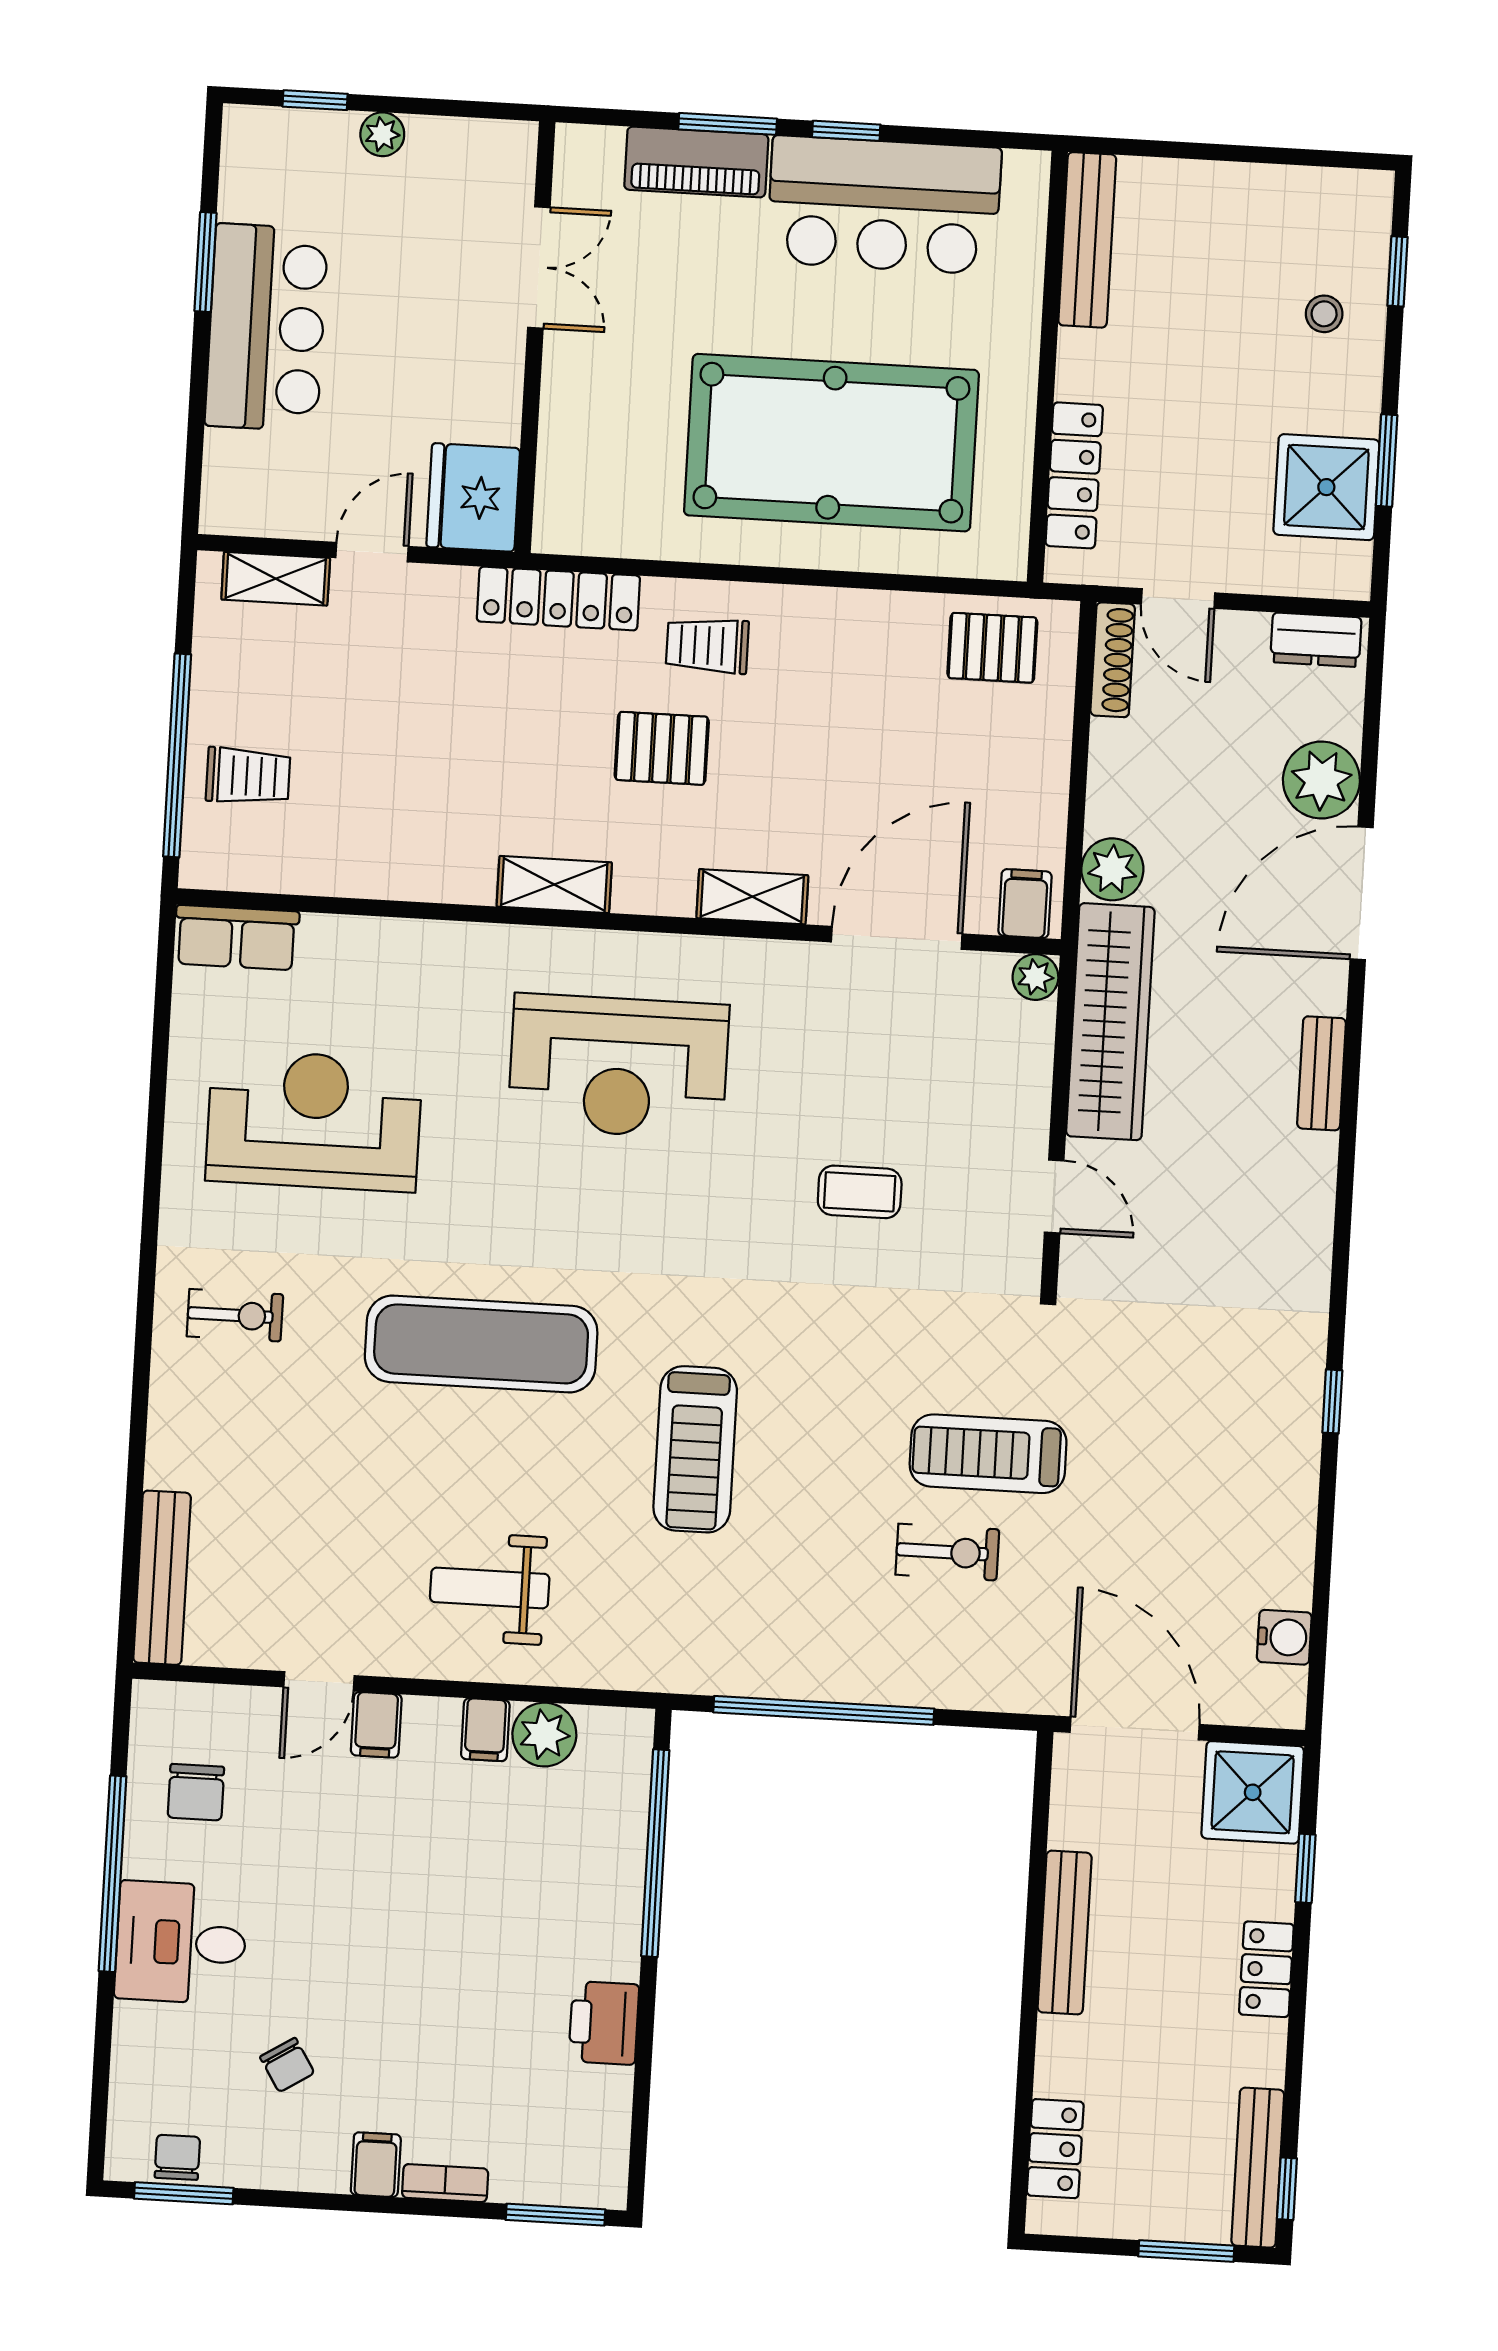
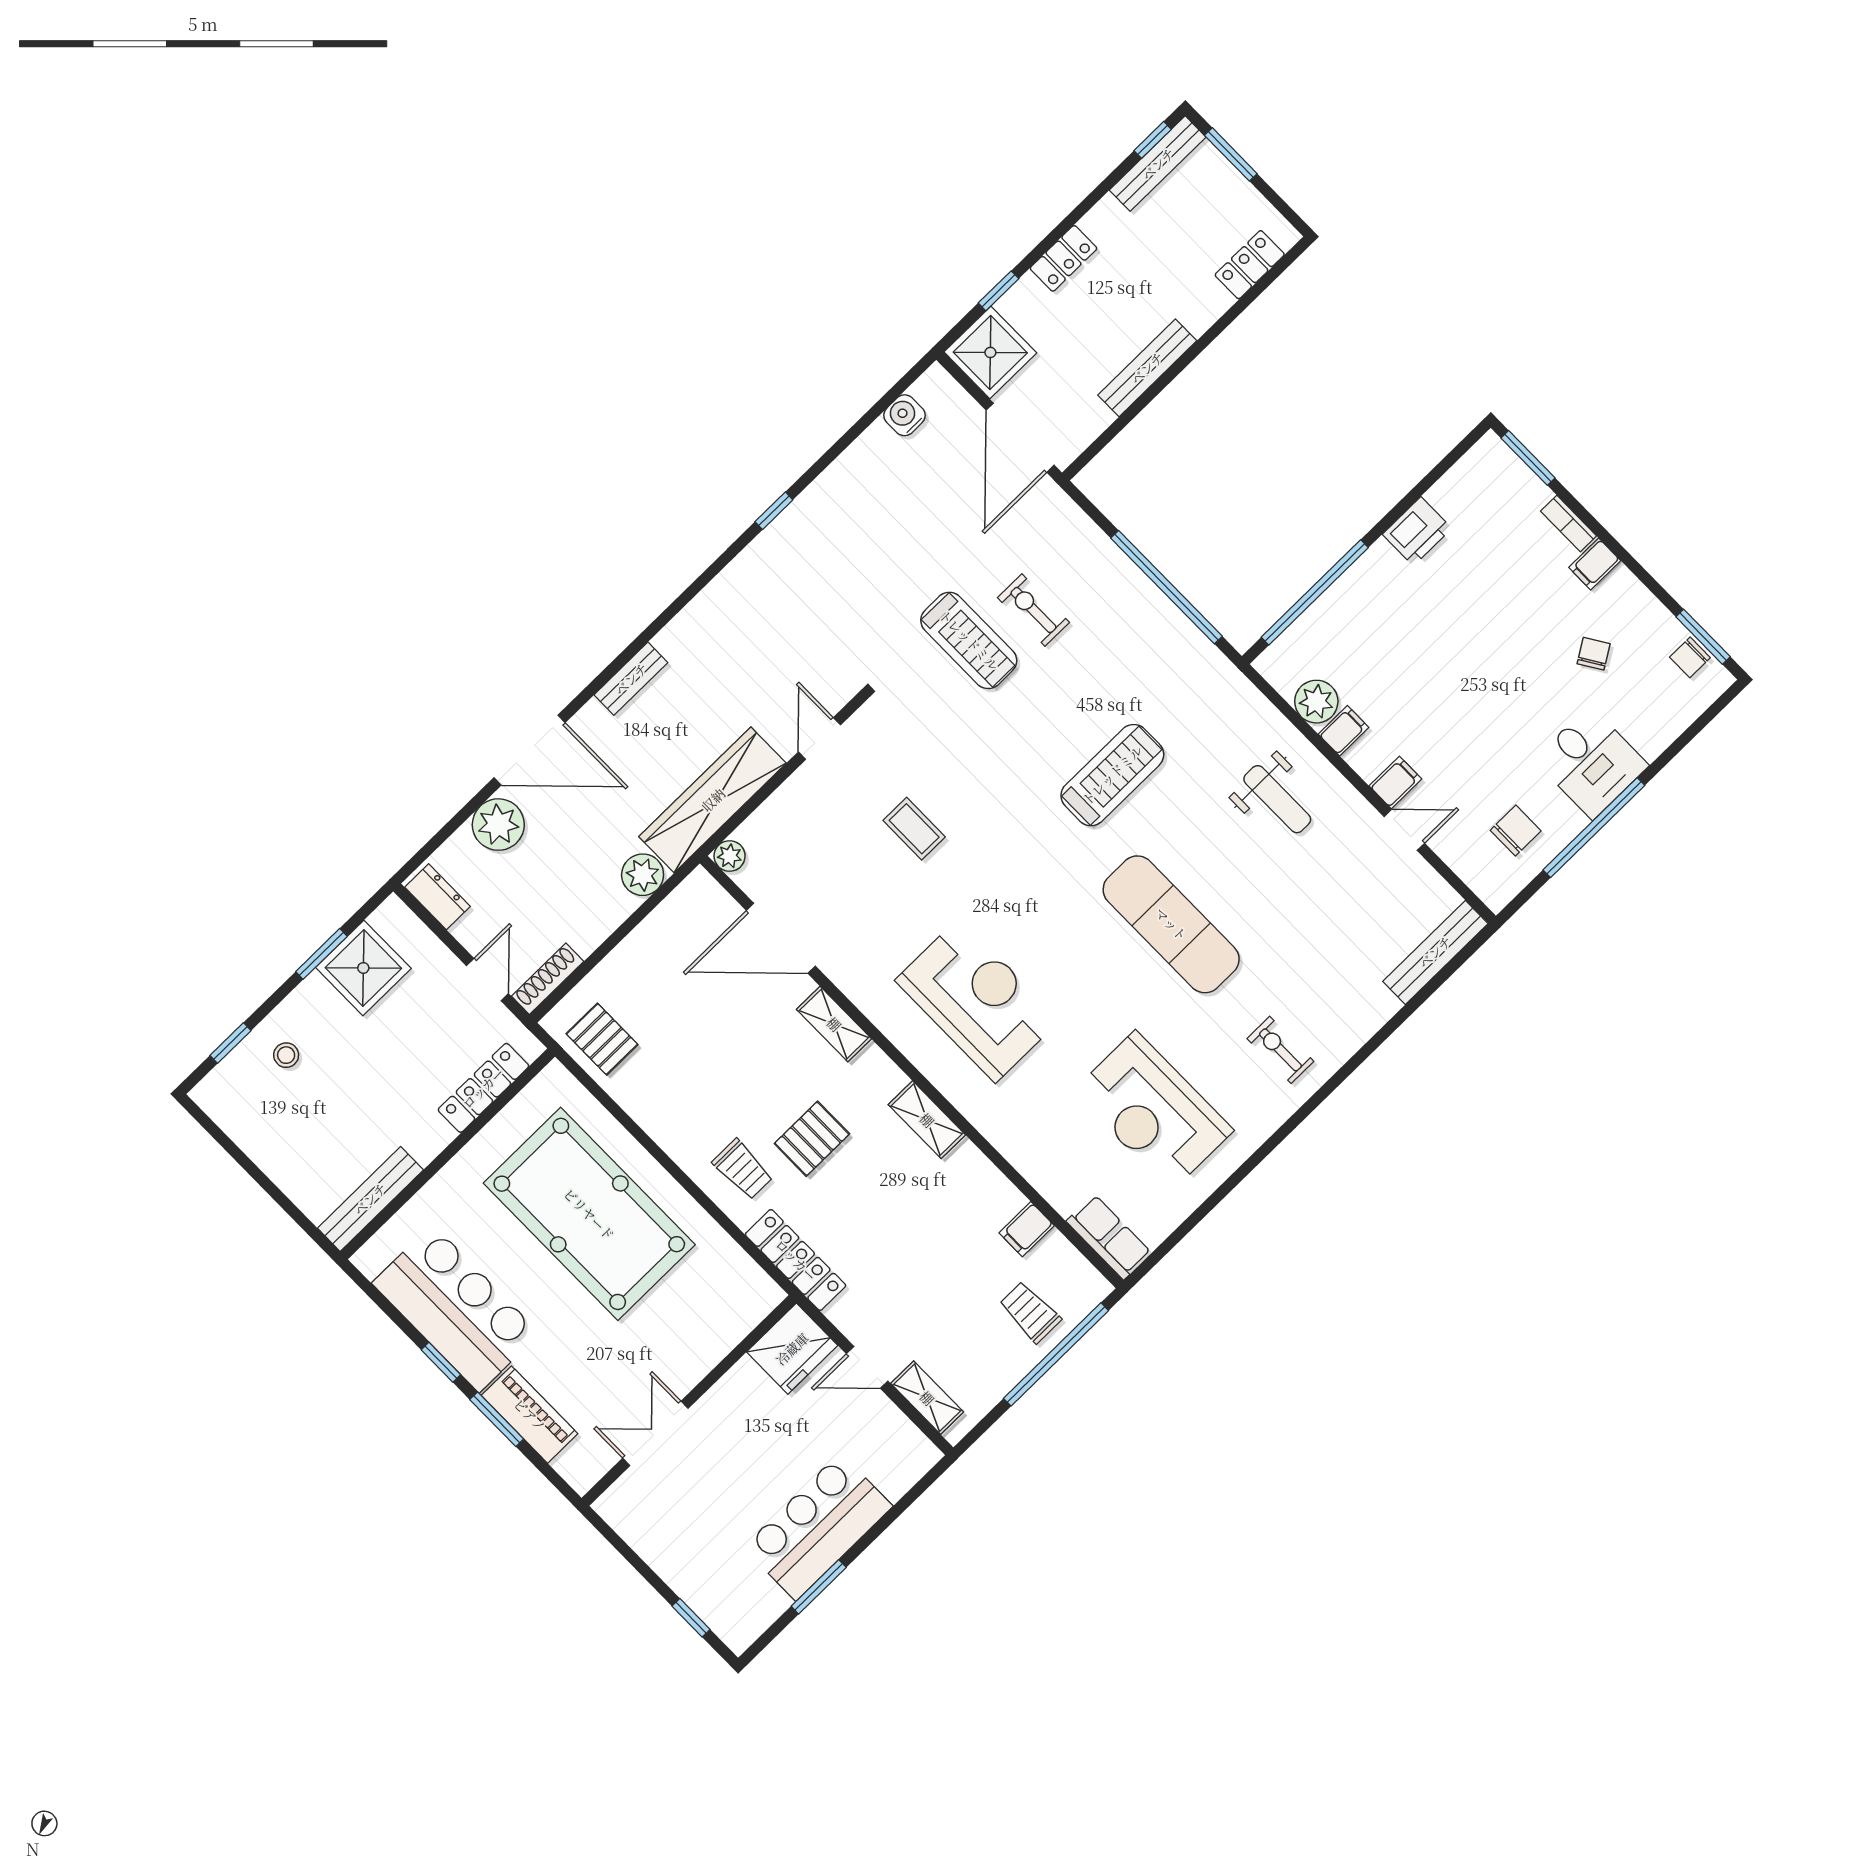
plant: (382, 134) -> (673, 1570), removed
pallet: (662, 748) -> (812, 1139), turned 90
filing cabinet: (1025, 904) -> (1027, 1229), moved

